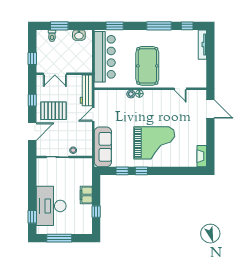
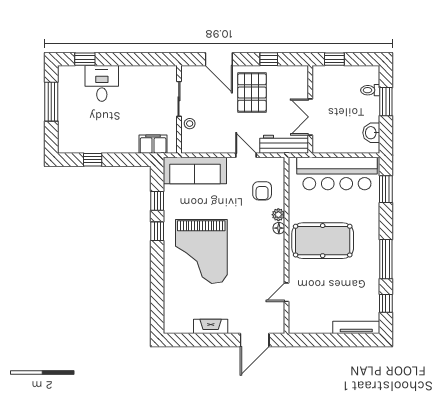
double door: (55, 74) -> (310, 117), moved
armchair: (116, 104) -> (262, 191), added
fireplace: (202, 156) -> (211, 326), moved
filing cabinet: (86, 195) -> (153, 144), moved
desk: (51, 206) -> (102, 83), width x0.53, depth x0.77

